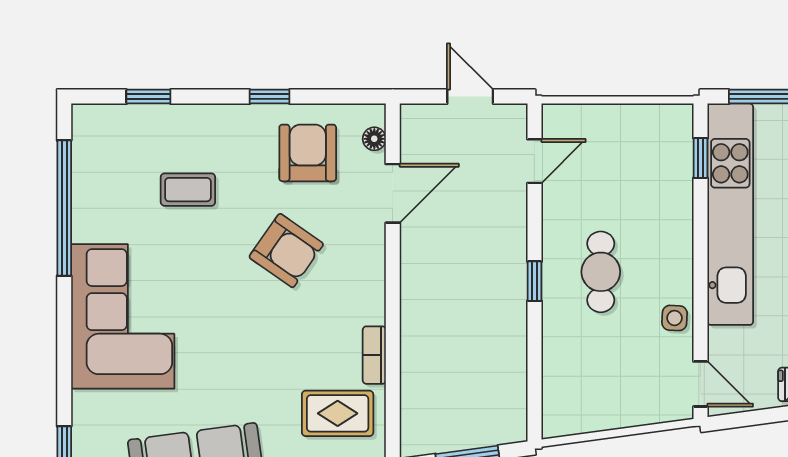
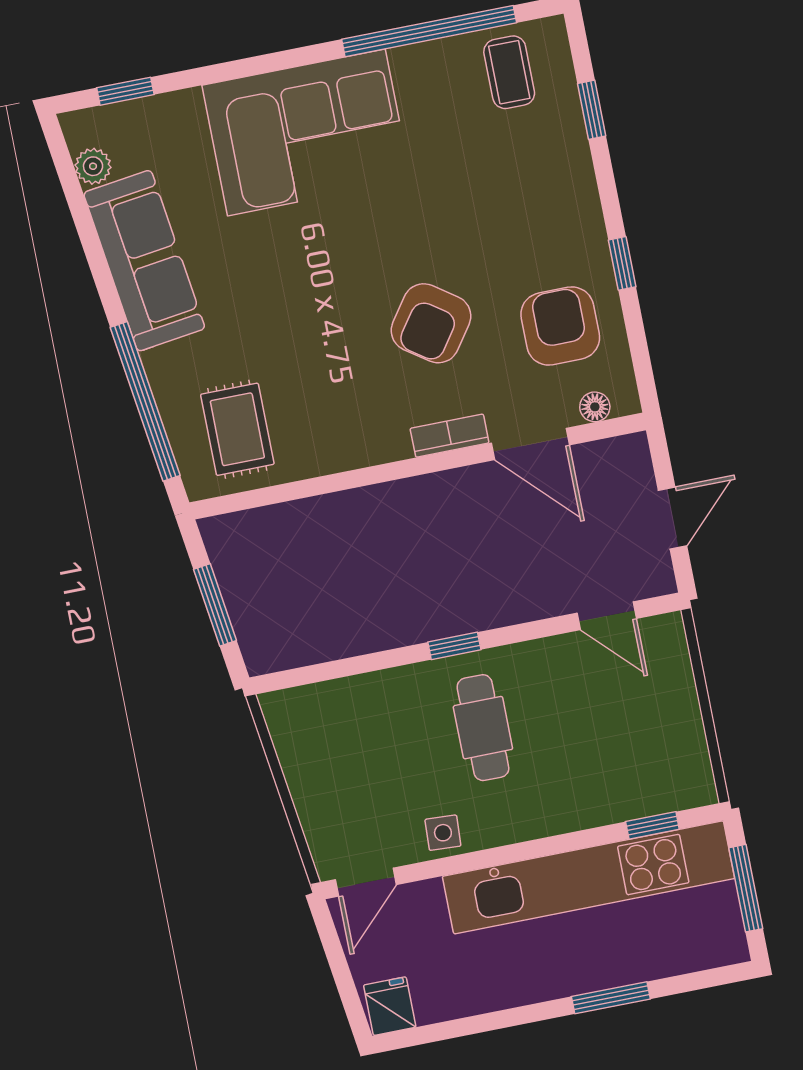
armchair: (308, 153) -> (560, 326), turned -90
coffee table: (188, 190) -> (509, 72), moved
cafe table: (601, 272) -> (483, 728), turned 90
bookcase: (374, 355) -> (450, 436), moved

